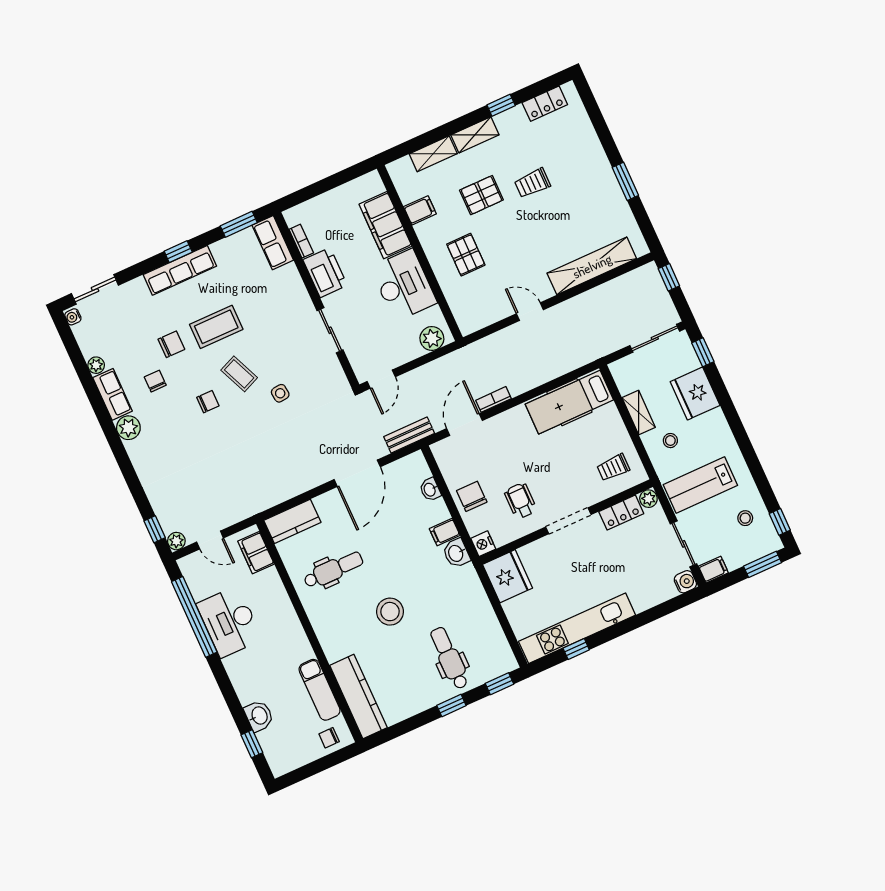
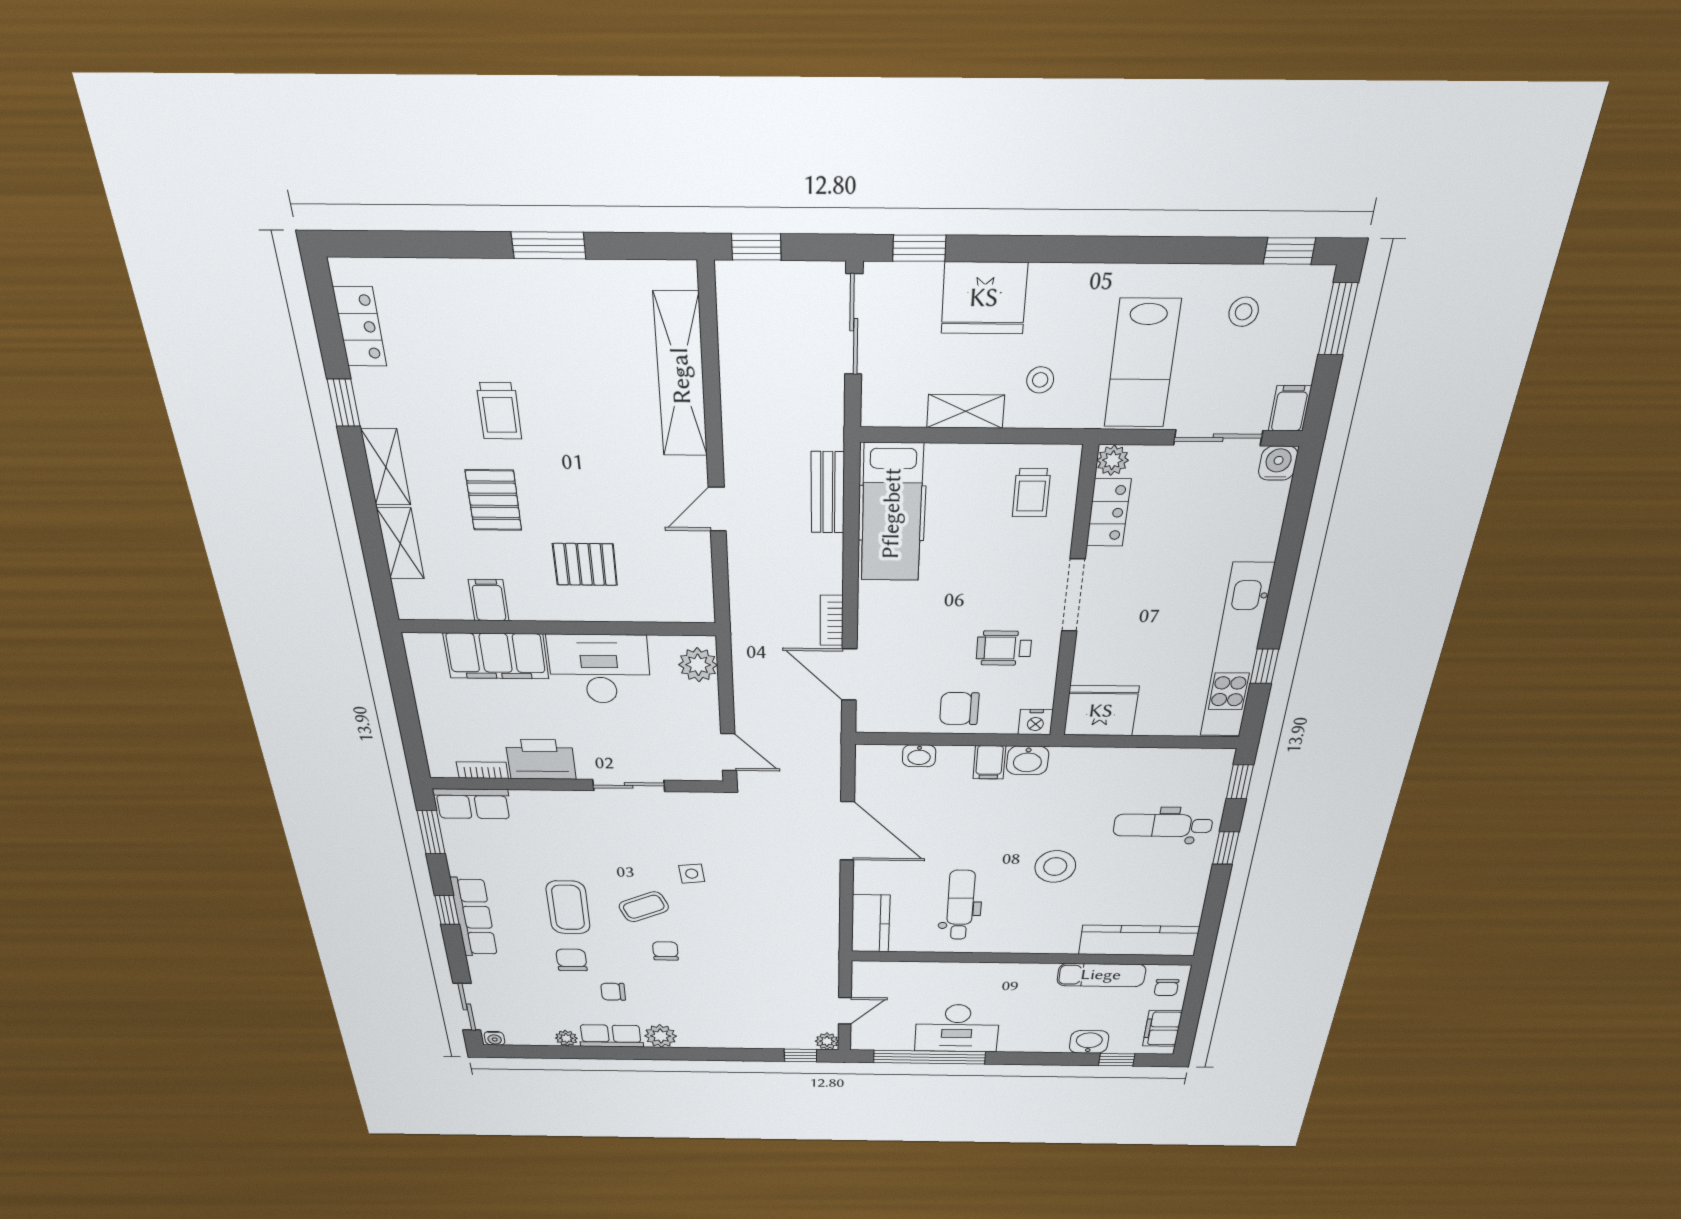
bench: (409, 435) -> (828, 493), moved
filing cabinet: (256, 553) -> (1162, 1028), moved, turned 90

